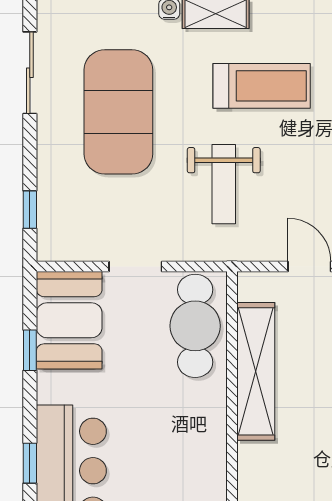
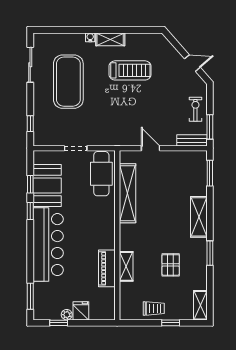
weight bench: (224, 184) -> (114, 113), removed
booth: (69, 320) -> (47, 186), moved
window: (30, 463) -> (30, 211), moved

